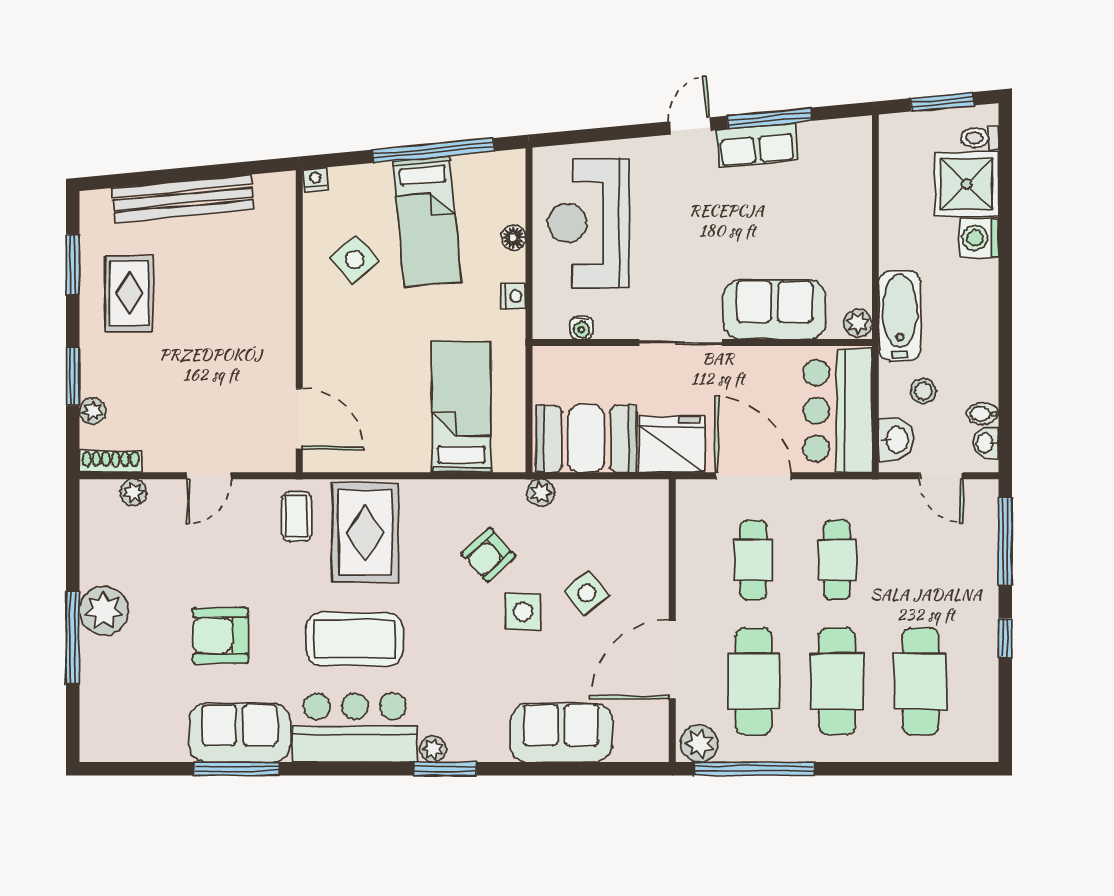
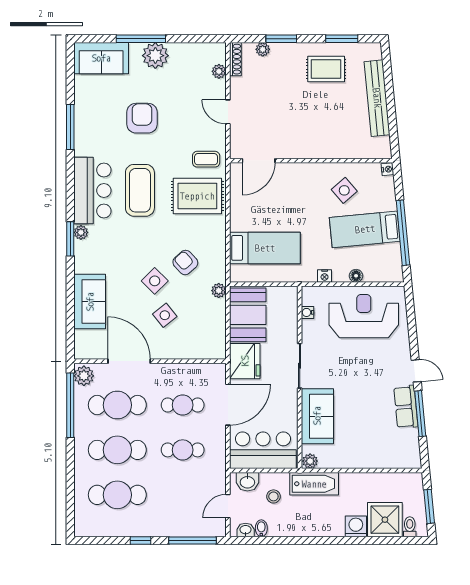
side table: (523, 612) -> (155, 281), turned 45
sofa: (240, 733) -> (101, 58), moved, turned 90

